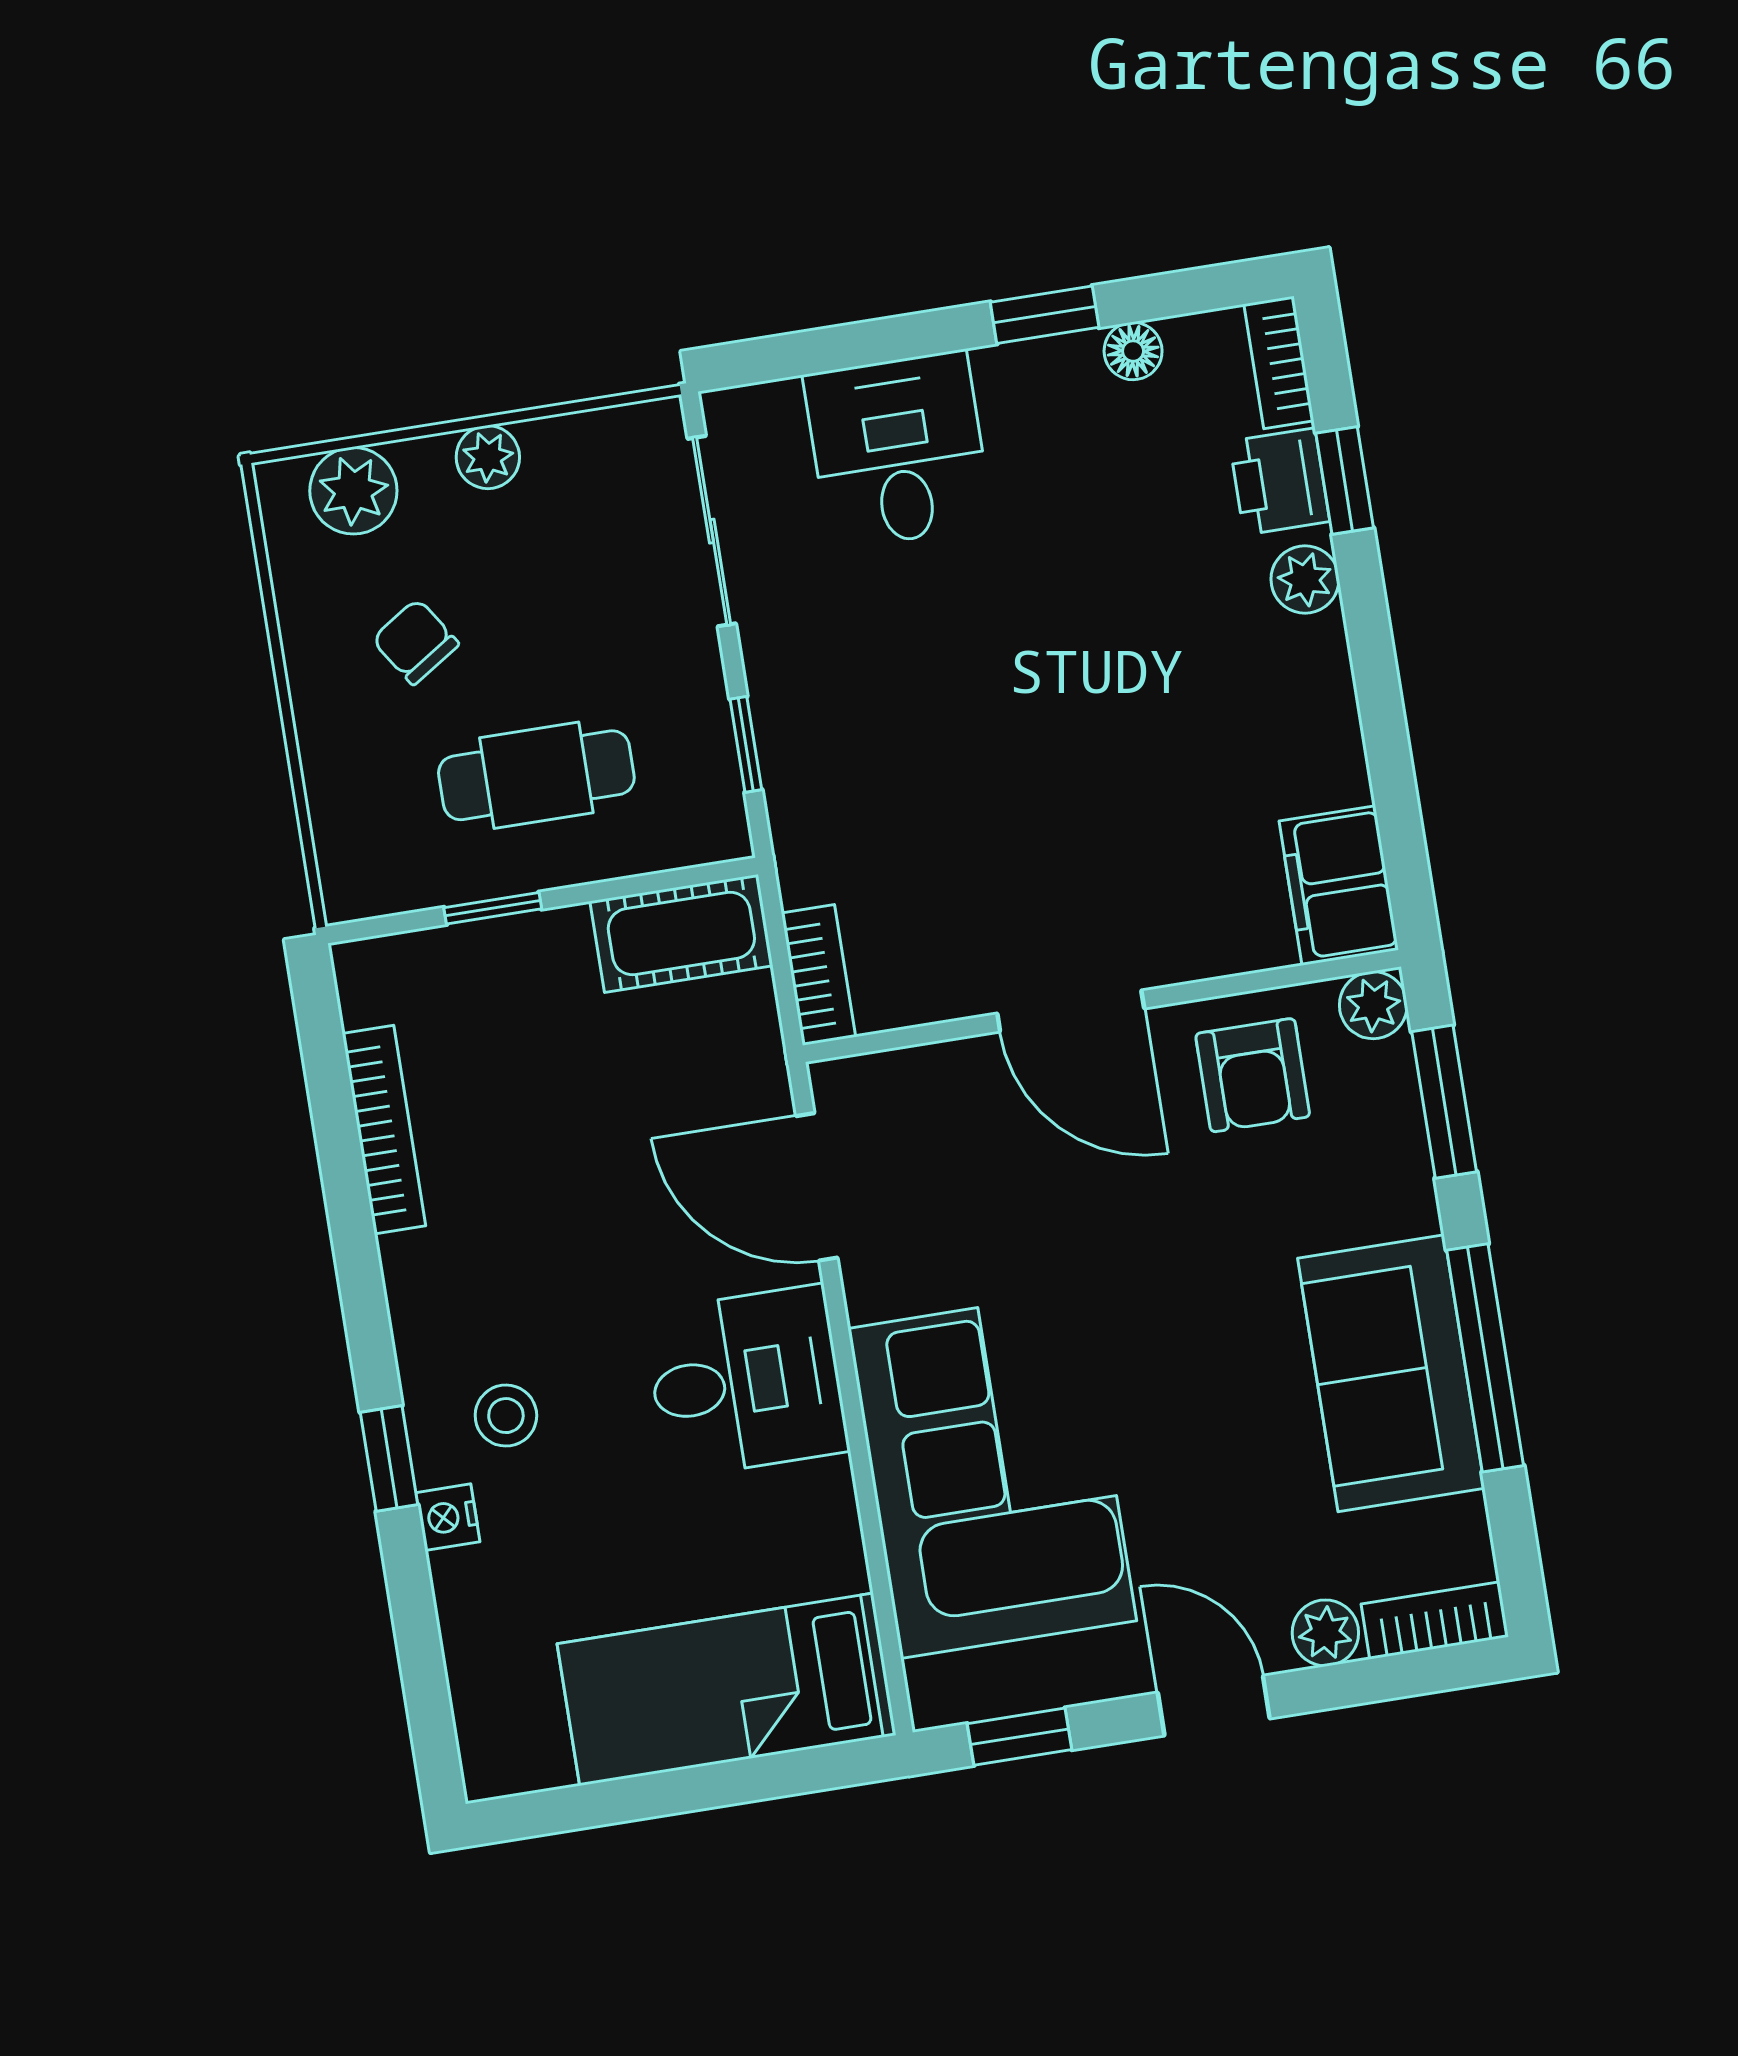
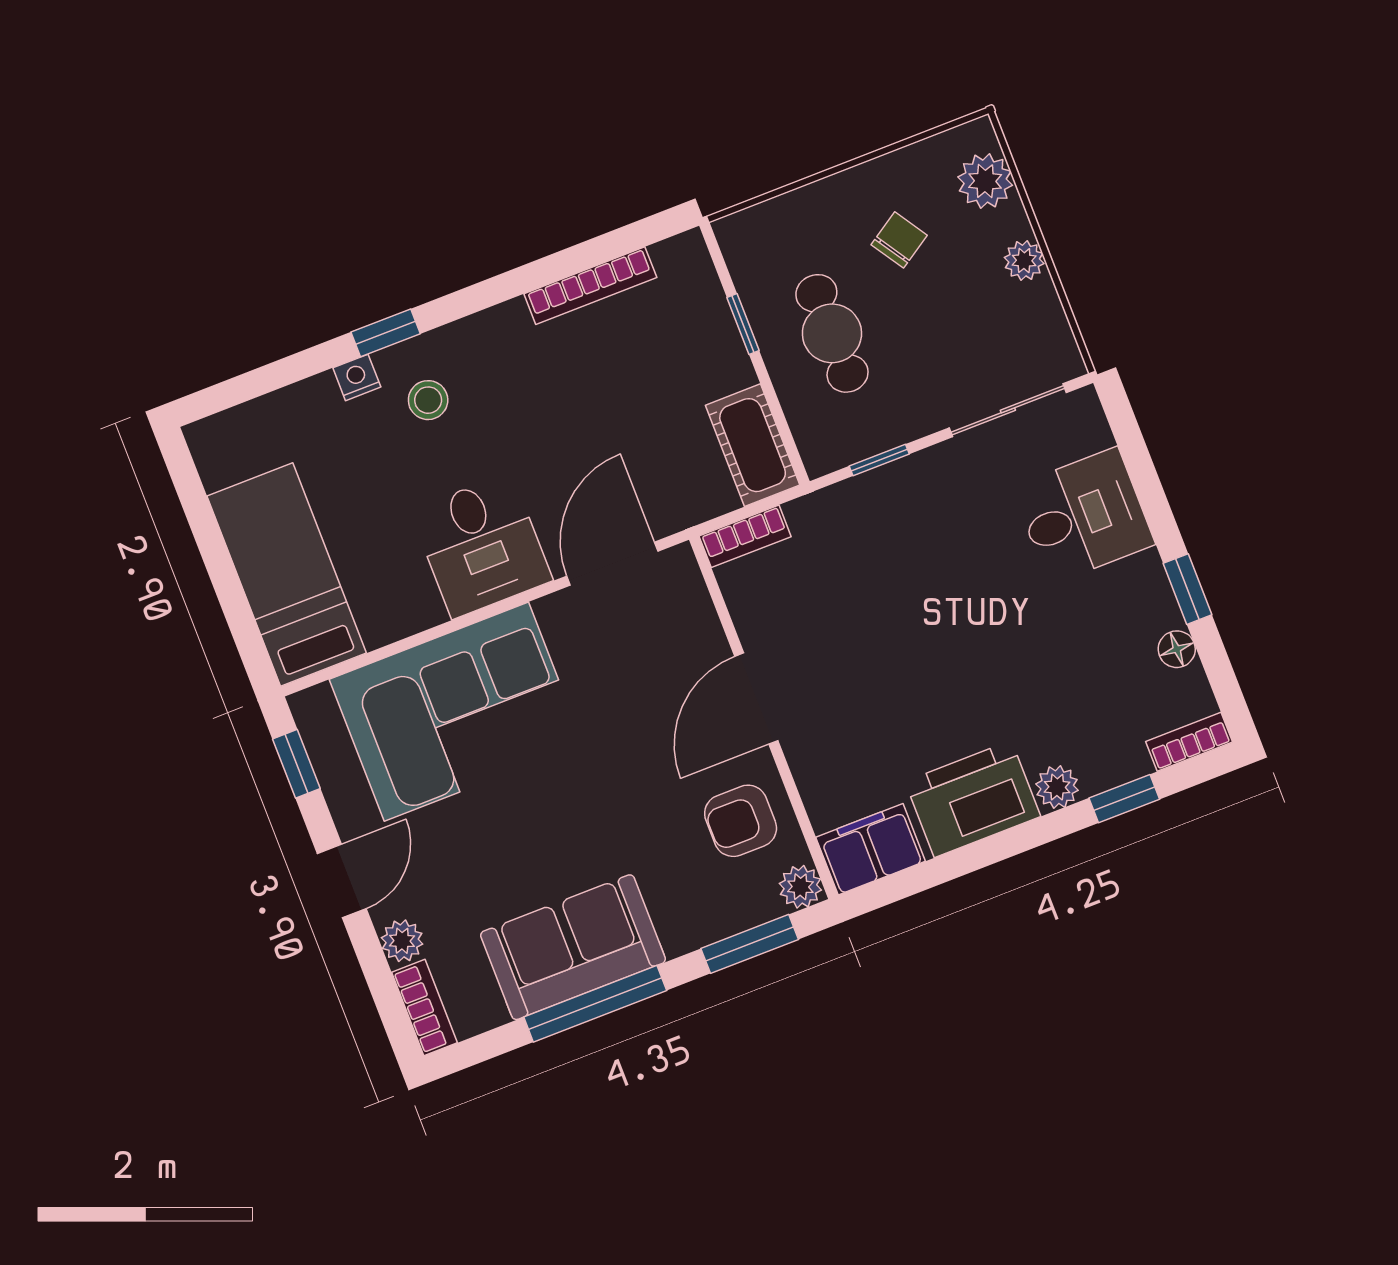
printer: (1280, 481) -> (973, 799), moved, width x1.87, depth x1.48

